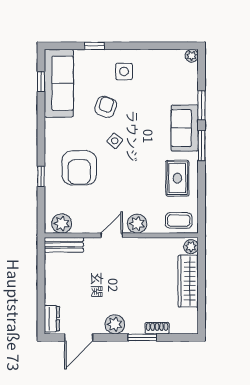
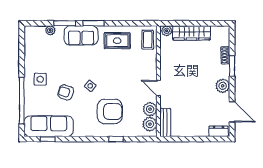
window: (94, 46) -> (22, 101), width x3.17
plant: (192, 56) -> (50, 30), moved
plant: (137, 224) -> (150, 109), moved

